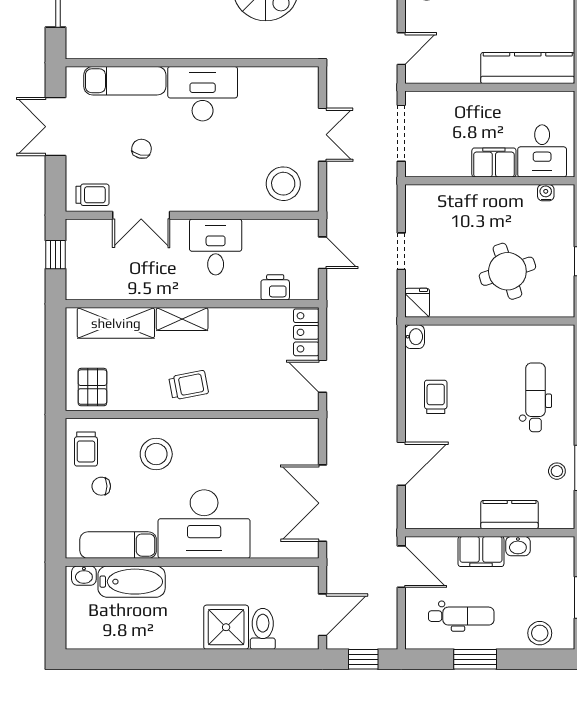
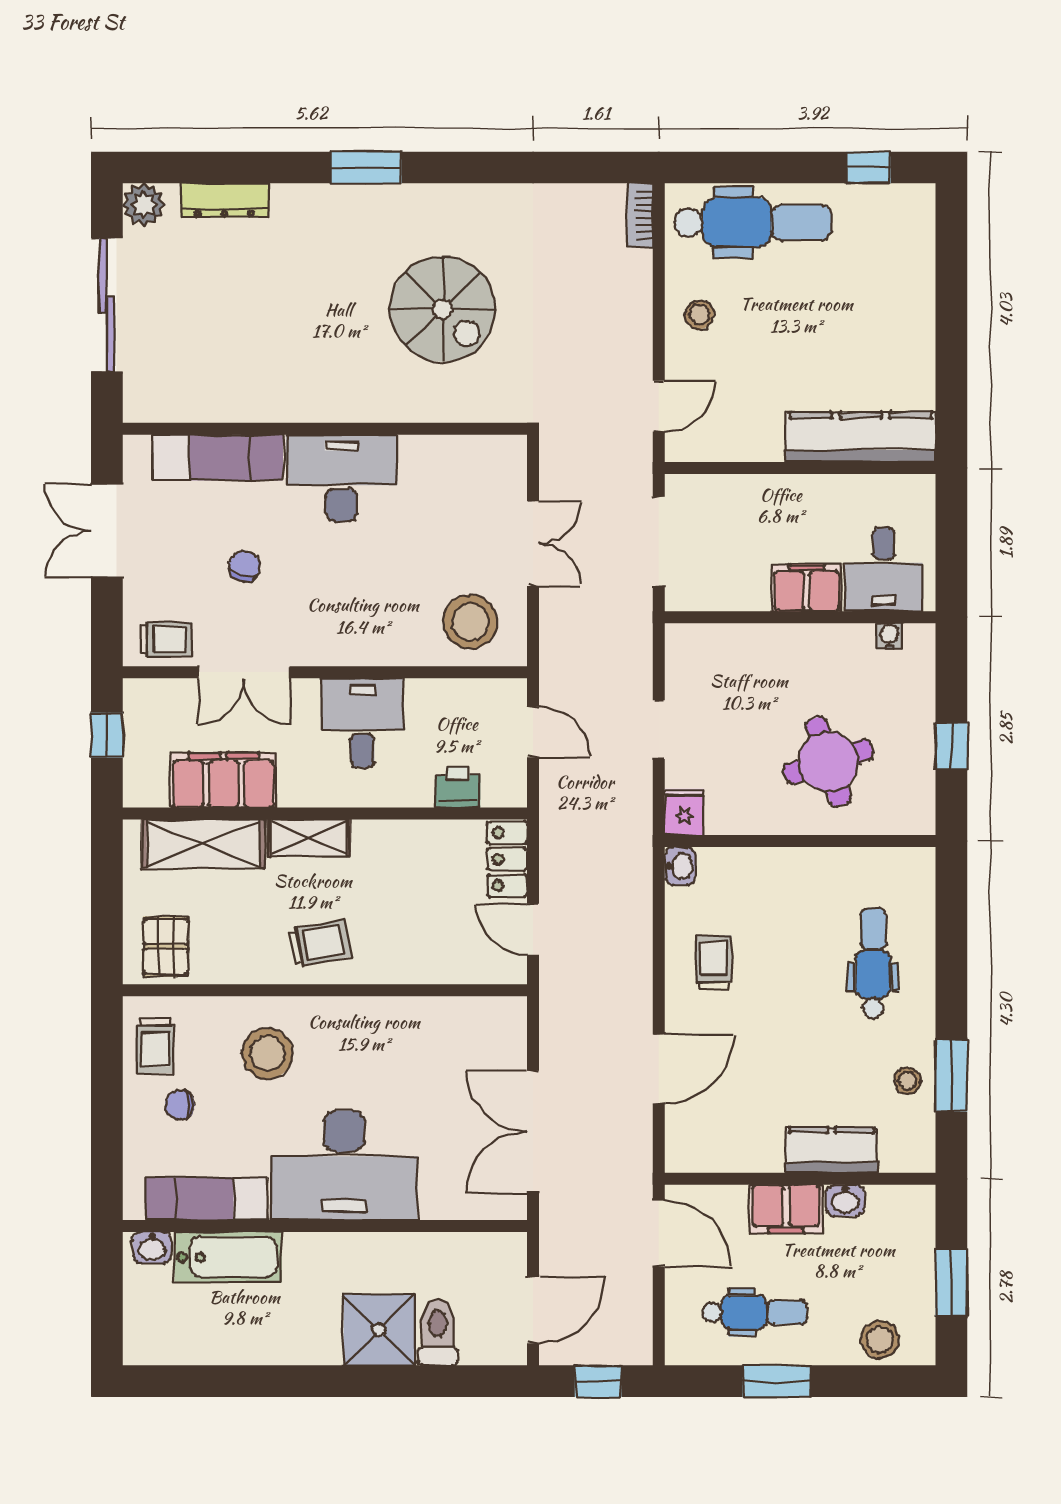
filing cabinet: (129, 283) -> (224, 780), added

